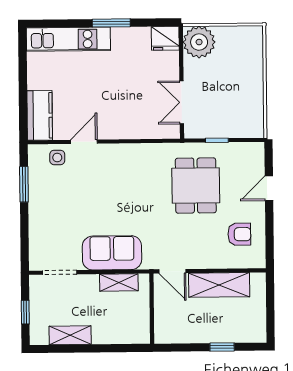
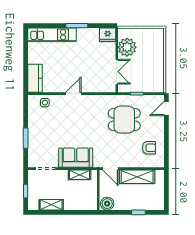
plant: (199, 42) -> (127, 47), moved
double door: (182, 102) -> (117, 72), swing flipped
door: (84, 142) -> (73, 94), moved
window: (24, 184) -> (26, 138), moved
dining table: (196, 186) -> (124, 119), turned 90
door: (269, 188) -> (166, 109), moved
boiler: (167, 332) -> (107, 204), added

